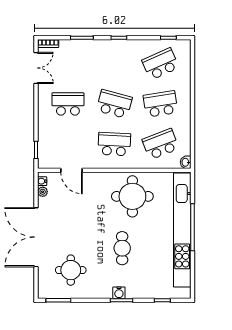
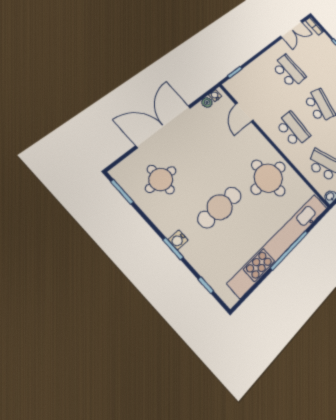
cafe table: (122, 248) -> (220, 207), width x1.37, depth x1.35

